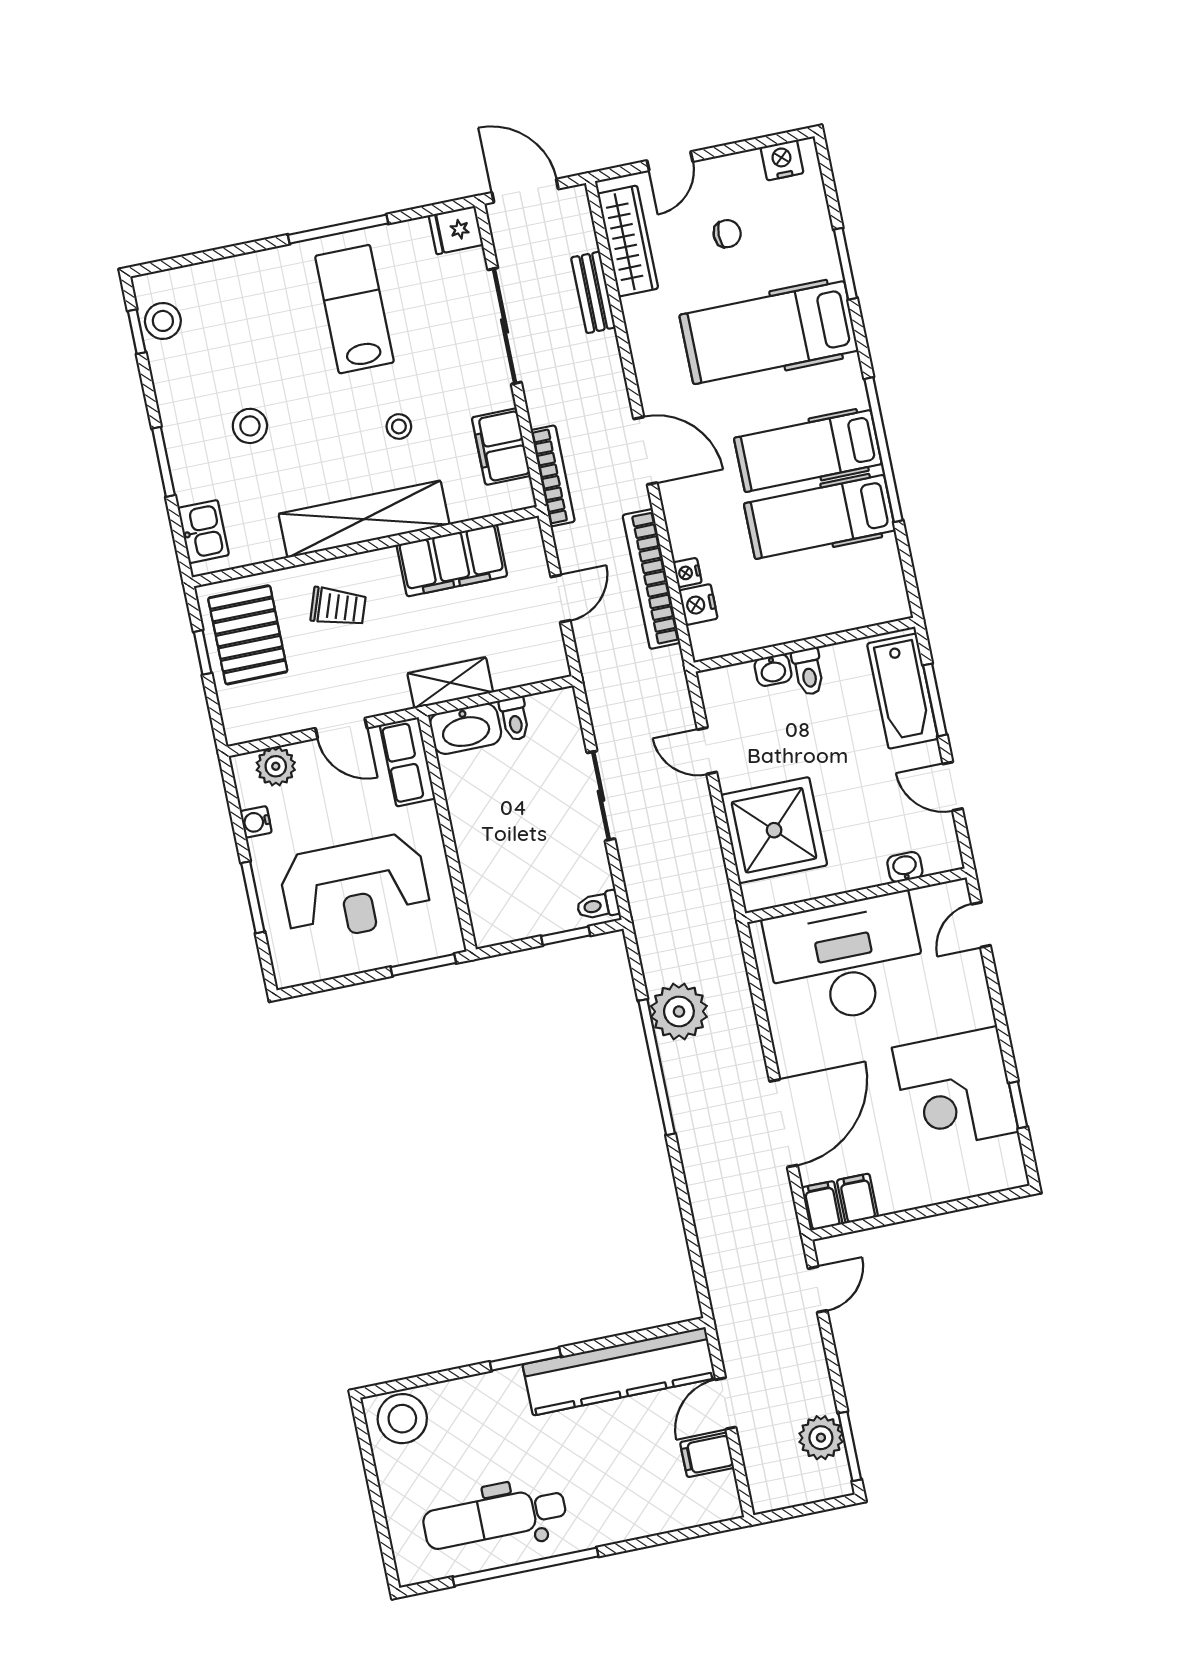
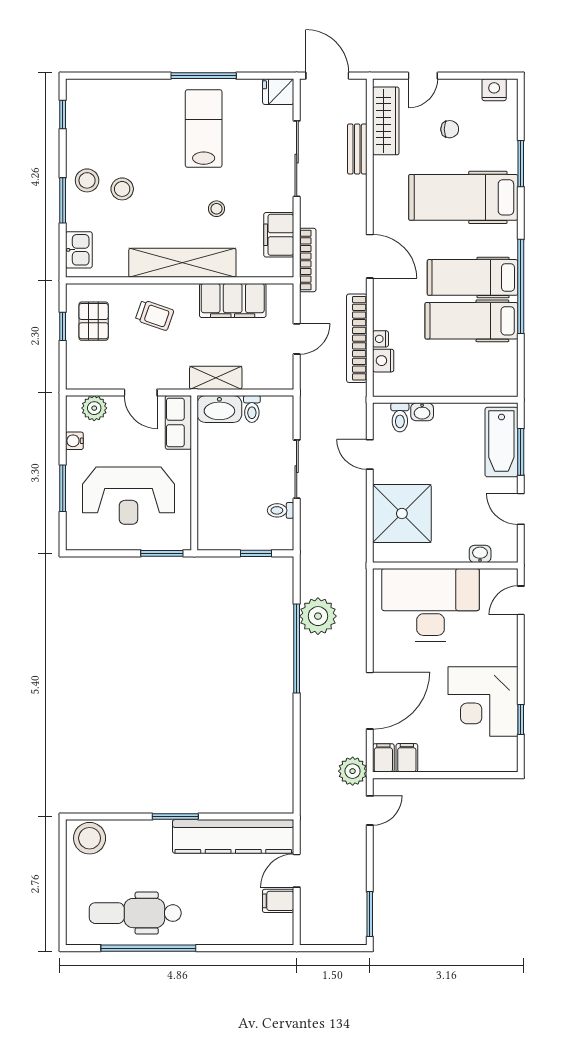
stool: (163, 321) -> (87, 180), moved
pallet: (248, 635) -> (94, 321), width x0.67, depth x0.71
toilet: (808, 671) -> (400, 417), moved
toilet: (598, 905) -> (281, 510), moved
plant: (821, 1438) -> (353, 771), moved

